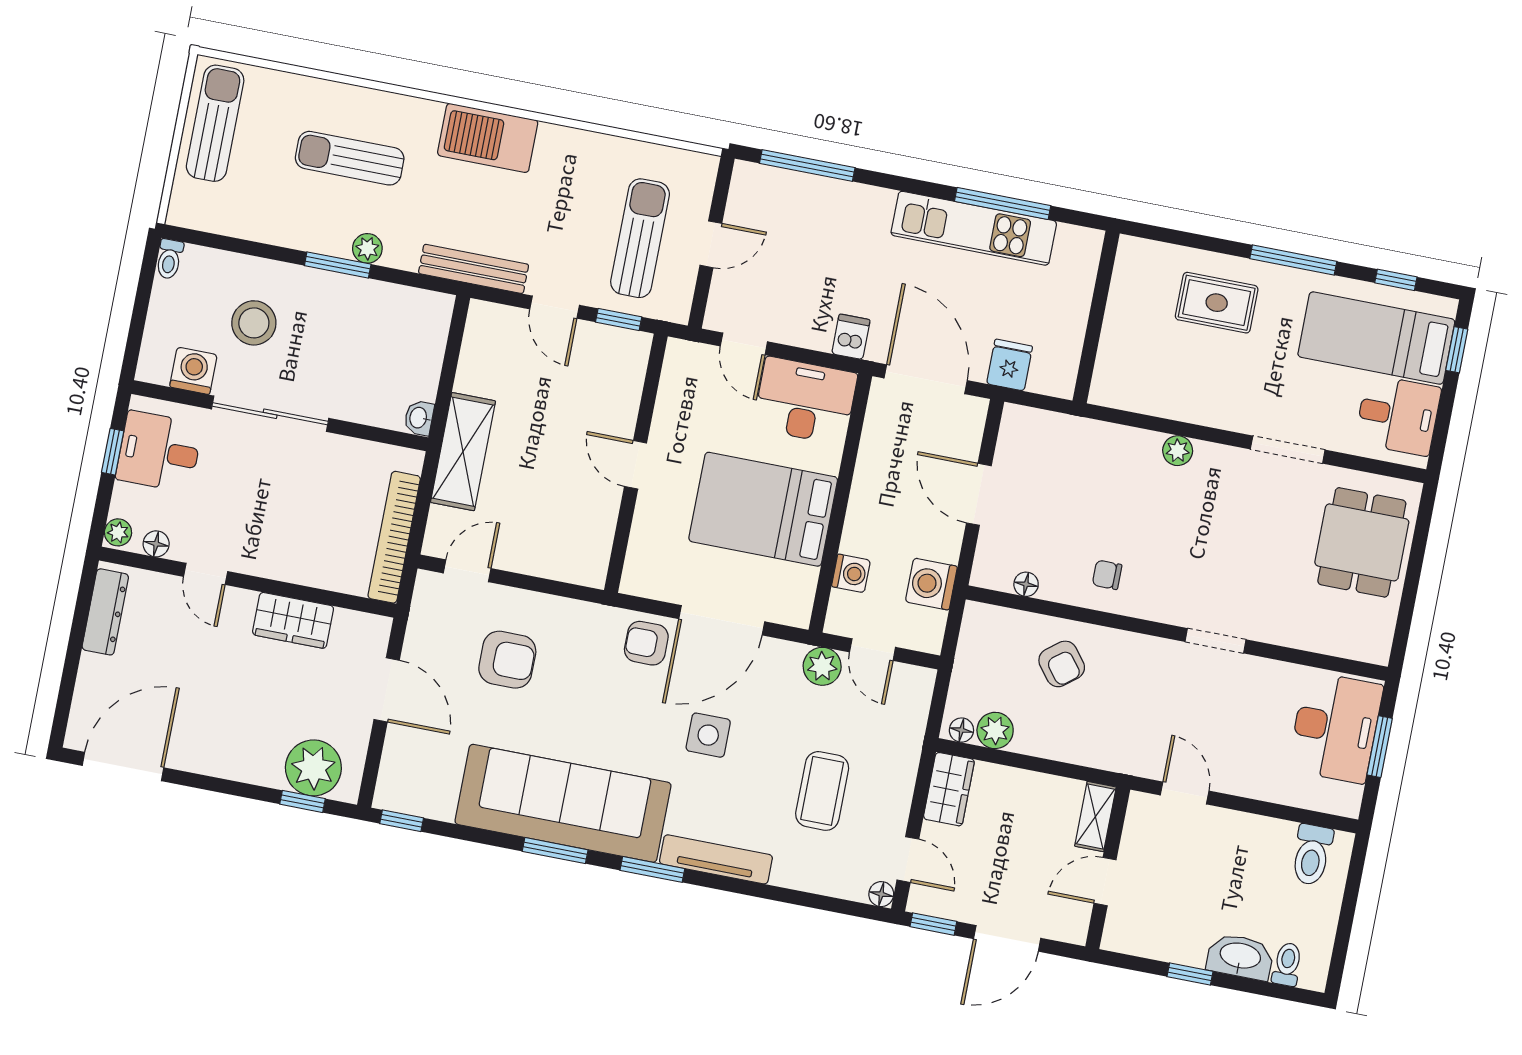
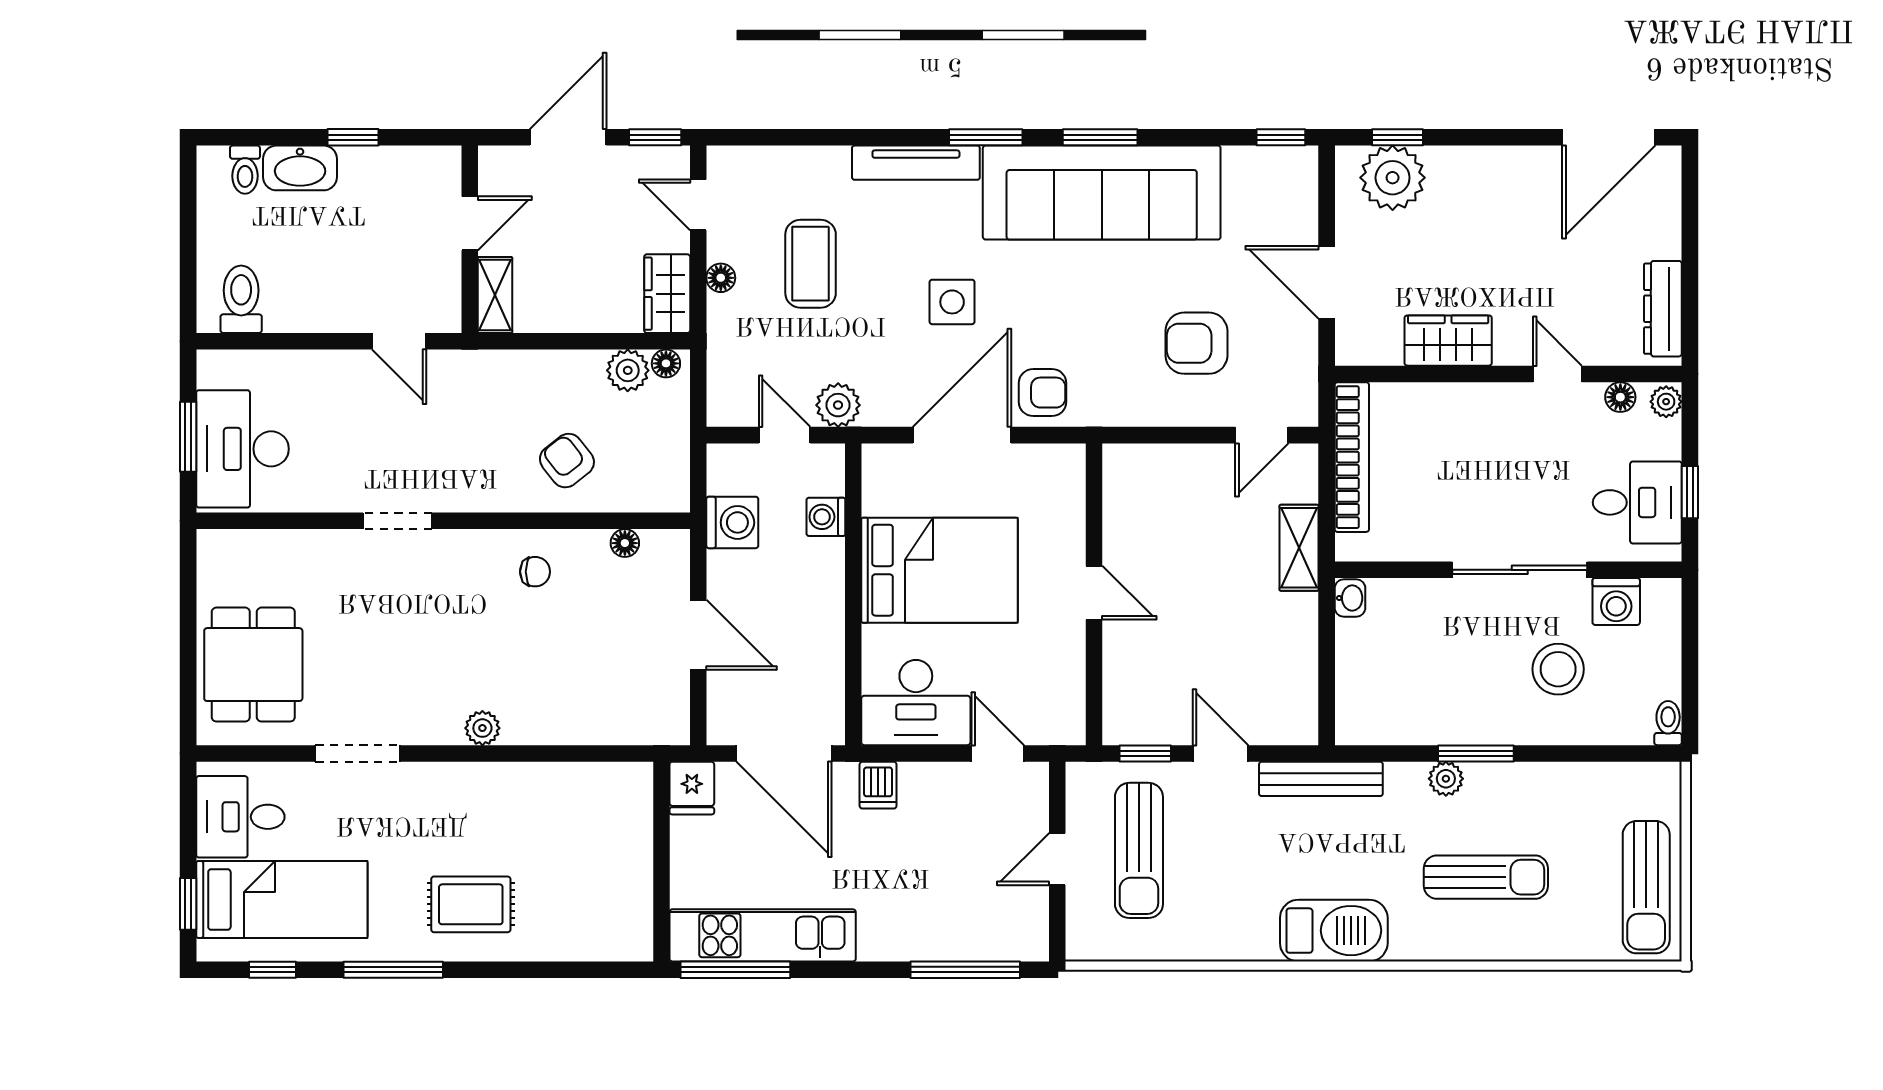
wall: (1096, 317) -> (661, 862), moved
shelving: (463, 452) -> (1299, 548), width x0.67, depth x0.75
floor lamp: (881, 894) -> (721, 278), moved

